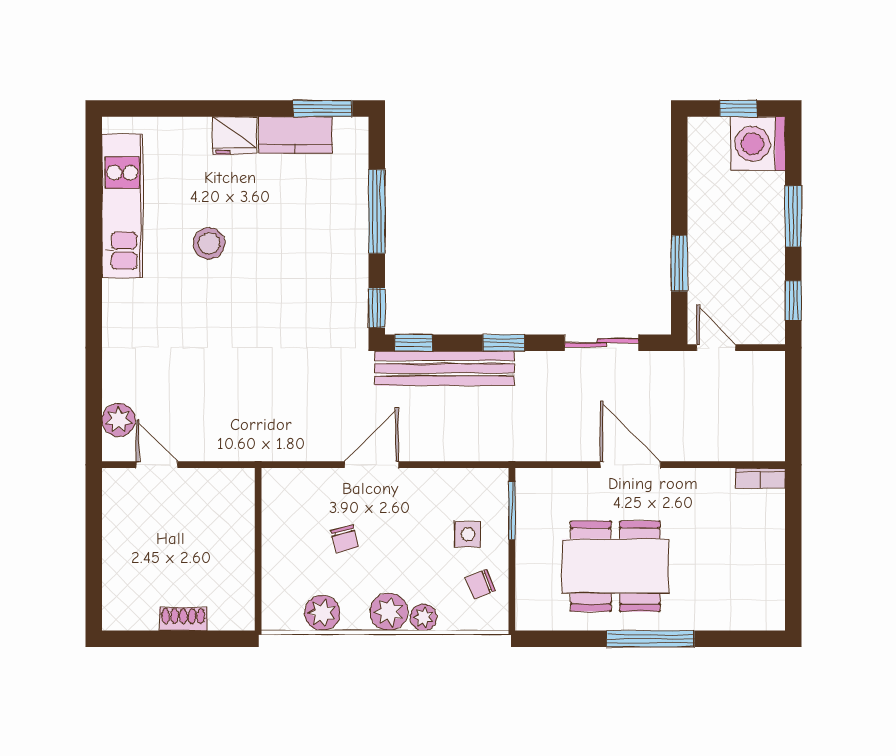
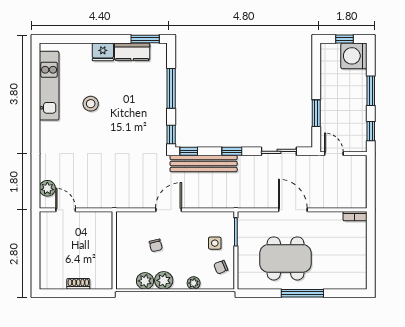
plant: (389, 612) -> (164, 280), moved

